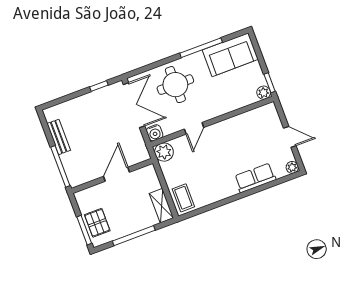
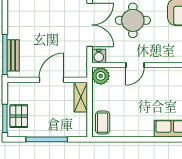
bench: (59, 137) -> (13, 55), moved
shelving: (161, 206) -> (81, 97), moved

